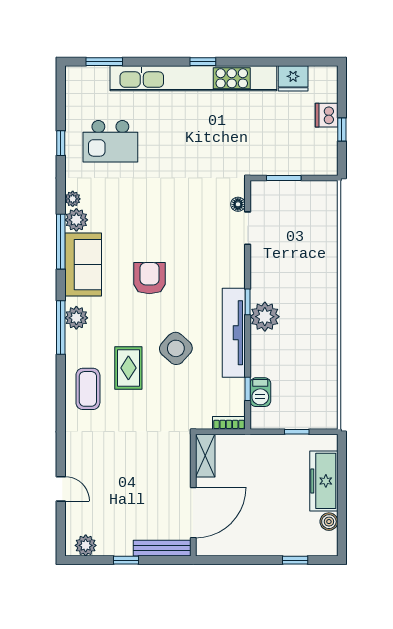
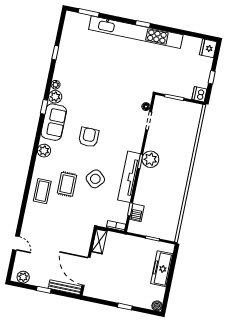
fridge: (293, 78) -> (208, 48), moved, turned 90
dishwasher: (327, 115) -> (199, 94), moved
kitchen island: (110, 141) -> (83, 57), removed
window: (61, 242) -> (44, 107), width x0.46
plant: (265, 317) -> (150, 159), moved
window: (61, 327) -> (34, 154), removed
door: (193, 513) -> (86, 271), swing flipped
boiler: (329, 522) -> (157, 306), moved
window: (295, 560) -> (125, 307), moved

